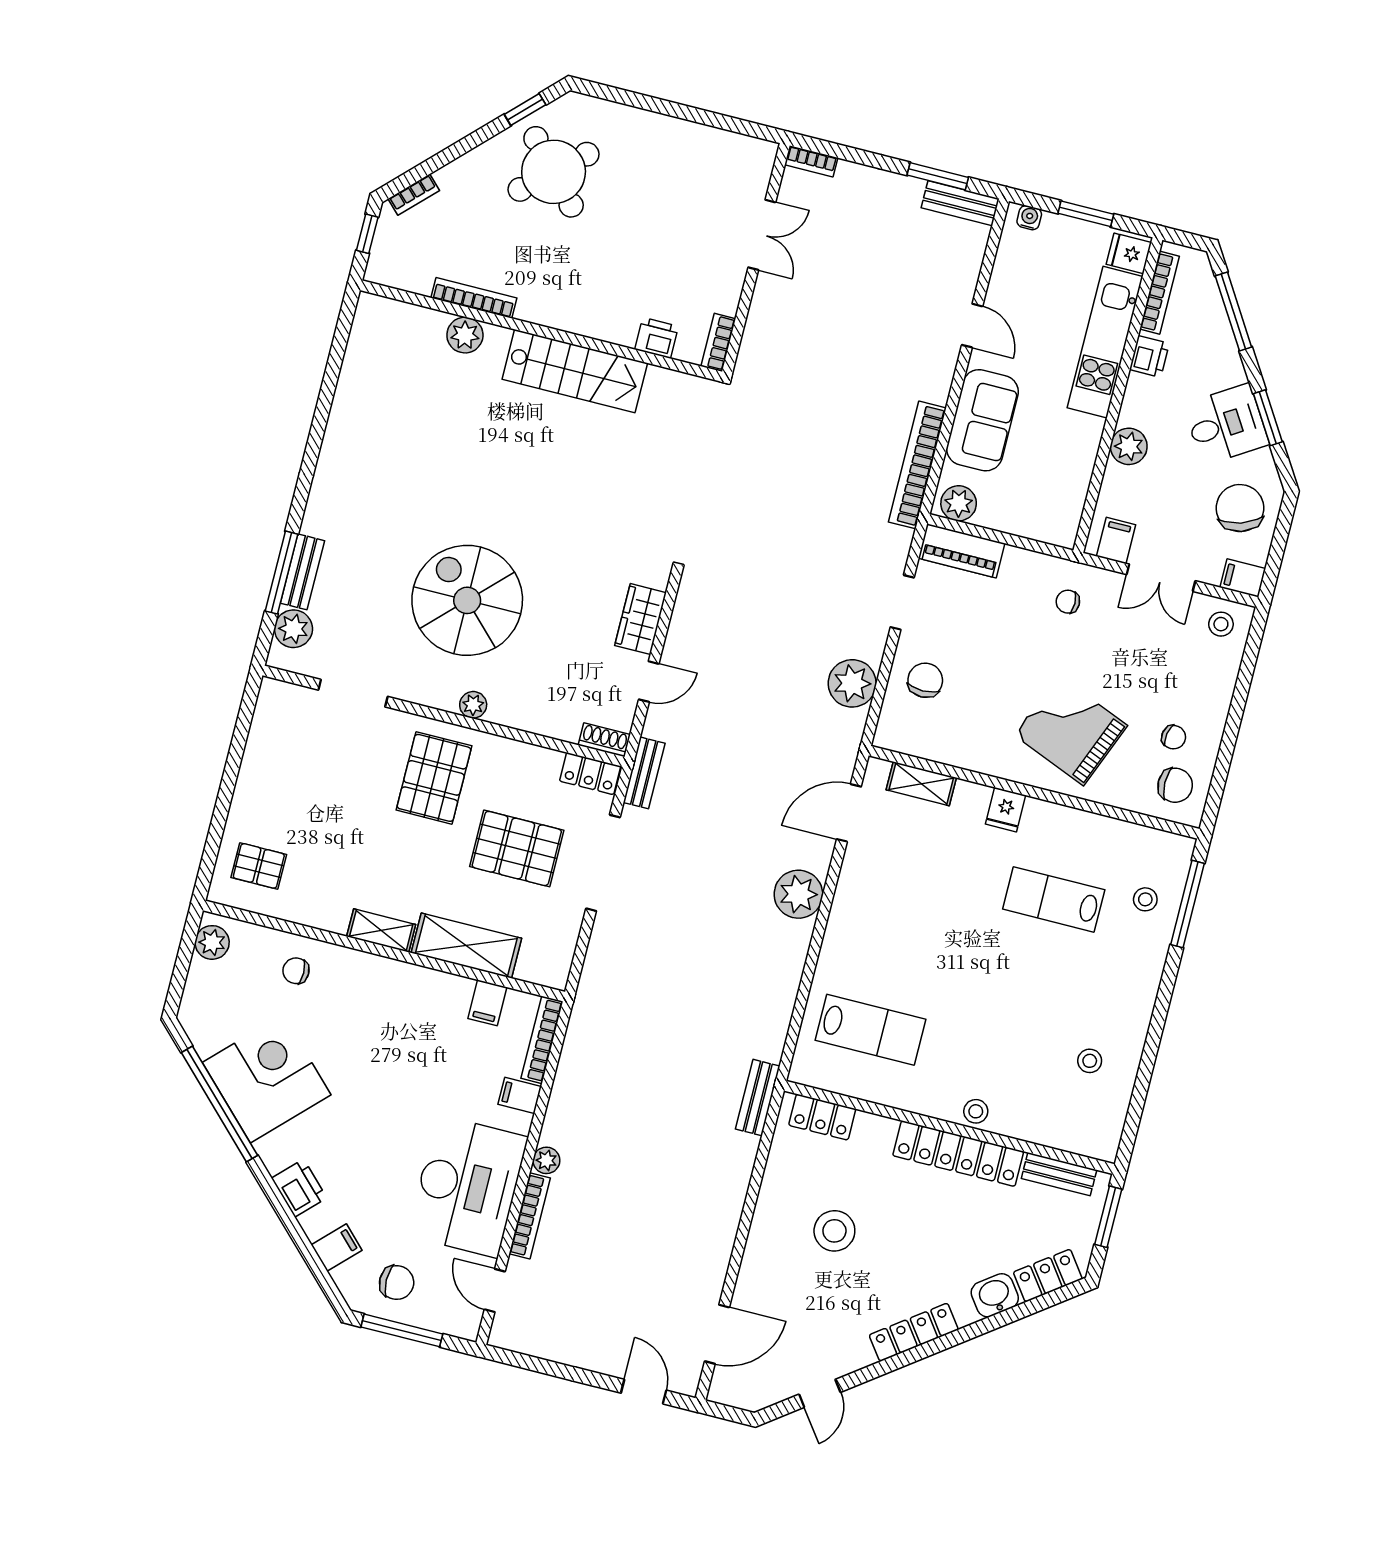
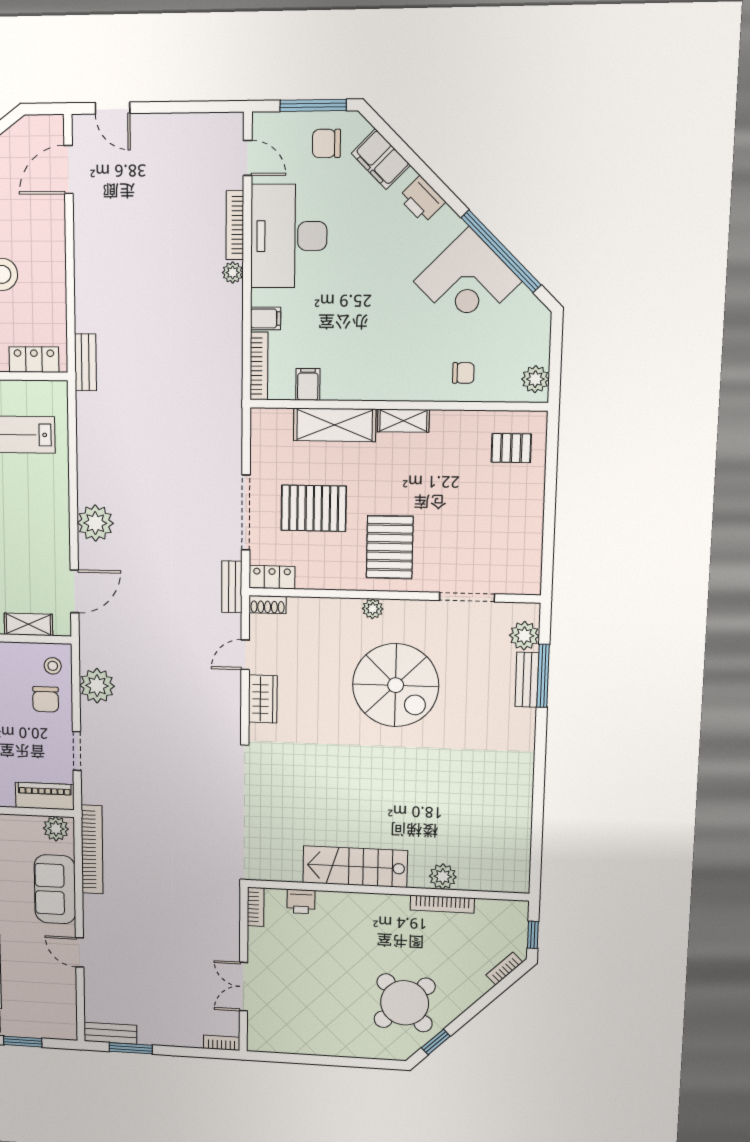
water cooler: (1029, 218) -> (60, 1032), removed
stool: (904, 722) -> (53, 666), added
filing cabinet: (337, 1248) -> (381, 159), width x2.00

